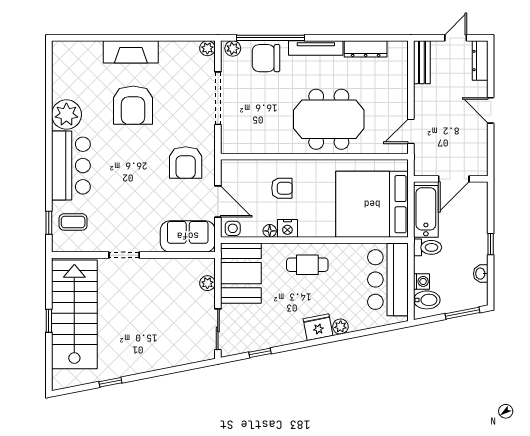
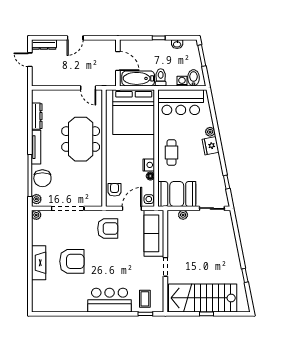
bench: (422, 62) -> (45, 81), removed
plant: (66, 115) -> (78, 303), removed
armchair: (282, 188) -> (115, 190), moved
sofa: (188, 236) -> (154, 233), width x1.36

